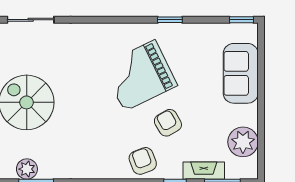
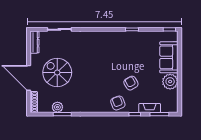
grand piano: (140, 75) -> (116, 58), removed
plant: (243, 142) -> (170, 82), moved

